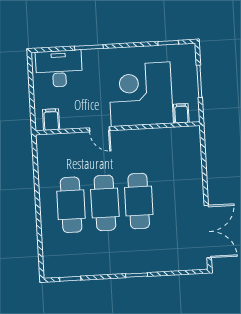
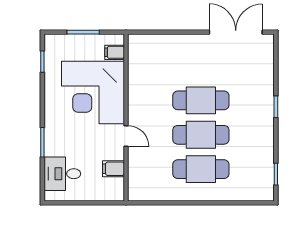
desk: (59, 69) -> (62, 174), width x0.73
filing cabinet: (51, 120) -> (113, 169), moved
door: (100, 129) -> (126, 136), hinge flipped

